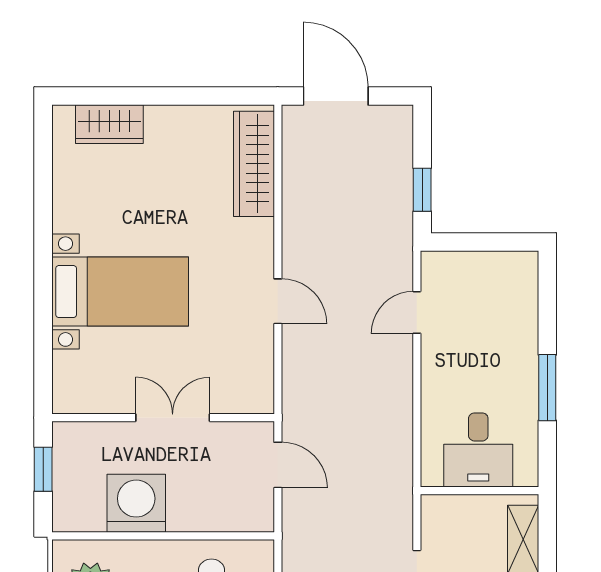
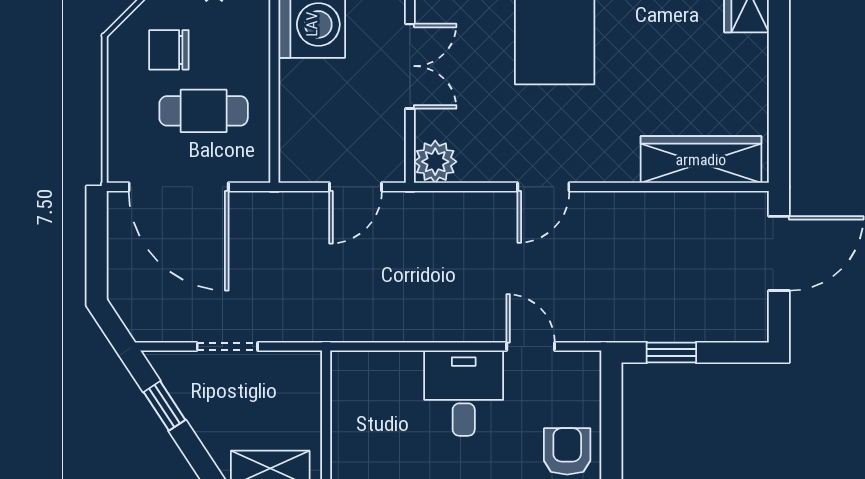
armchair: (508, 281) -> (567, 451), added
plant: (256, 396) -> (435, 162), added
desk: (478, 450) -> (464, 393), moved, turned 90

